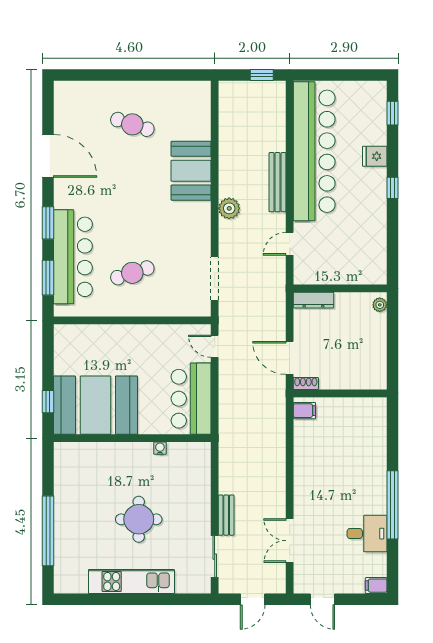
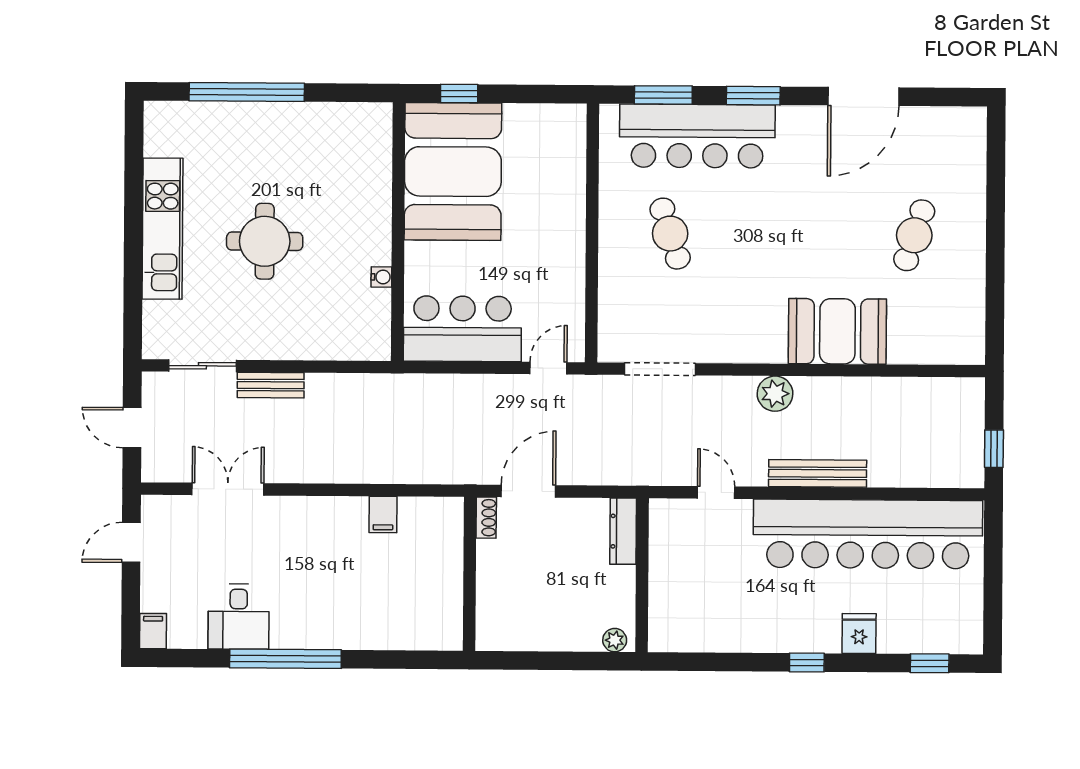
filing cabinet: (304, 411) -> (383, 515), moved

